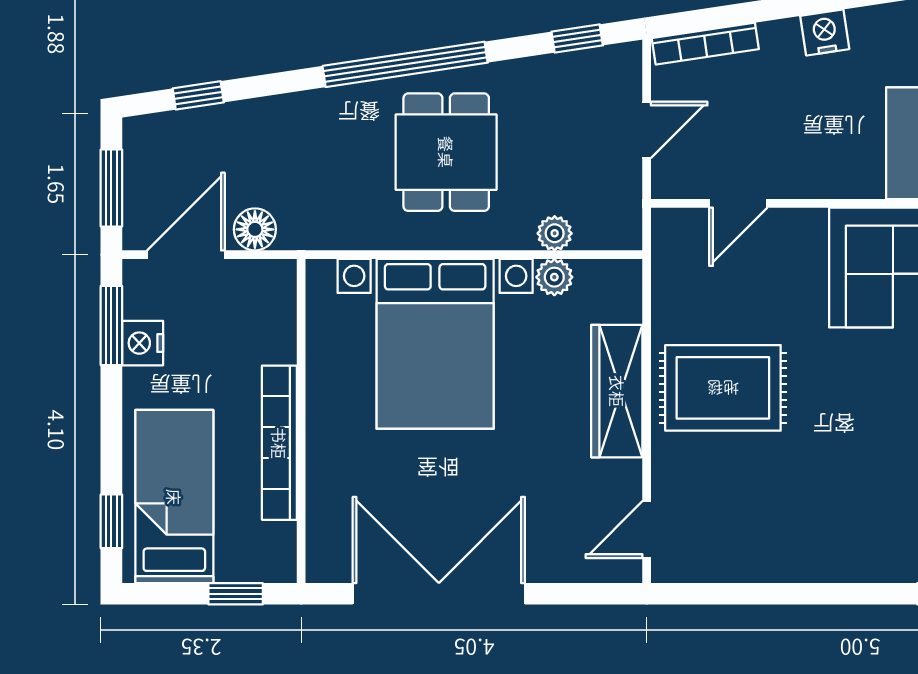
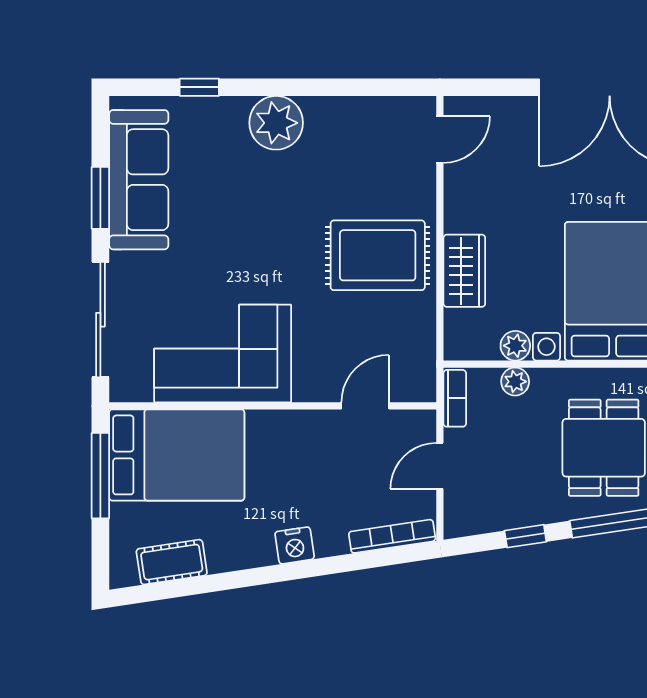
window: (577, 39) -> (525, 536), moved
bookcase: (629, 213) -> (455, 398), added
wardrobe: (617, 391) -> (464, 271), width x0.67
plant: (847, 550) -> (276, 123), added

